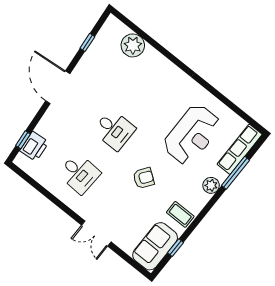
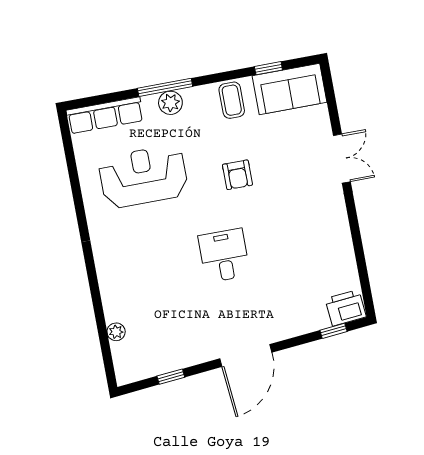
plant: (133, 45) -> (116, 332), width x0.53, depth x0.53
printer: (34, 146) -> (346, 308), moved
desk: (79, 173) -> (304, 241), removed
window: (235, 173) -> (165, 87), moved
armchair: (144, 178) -> (237, 175), turned -126

